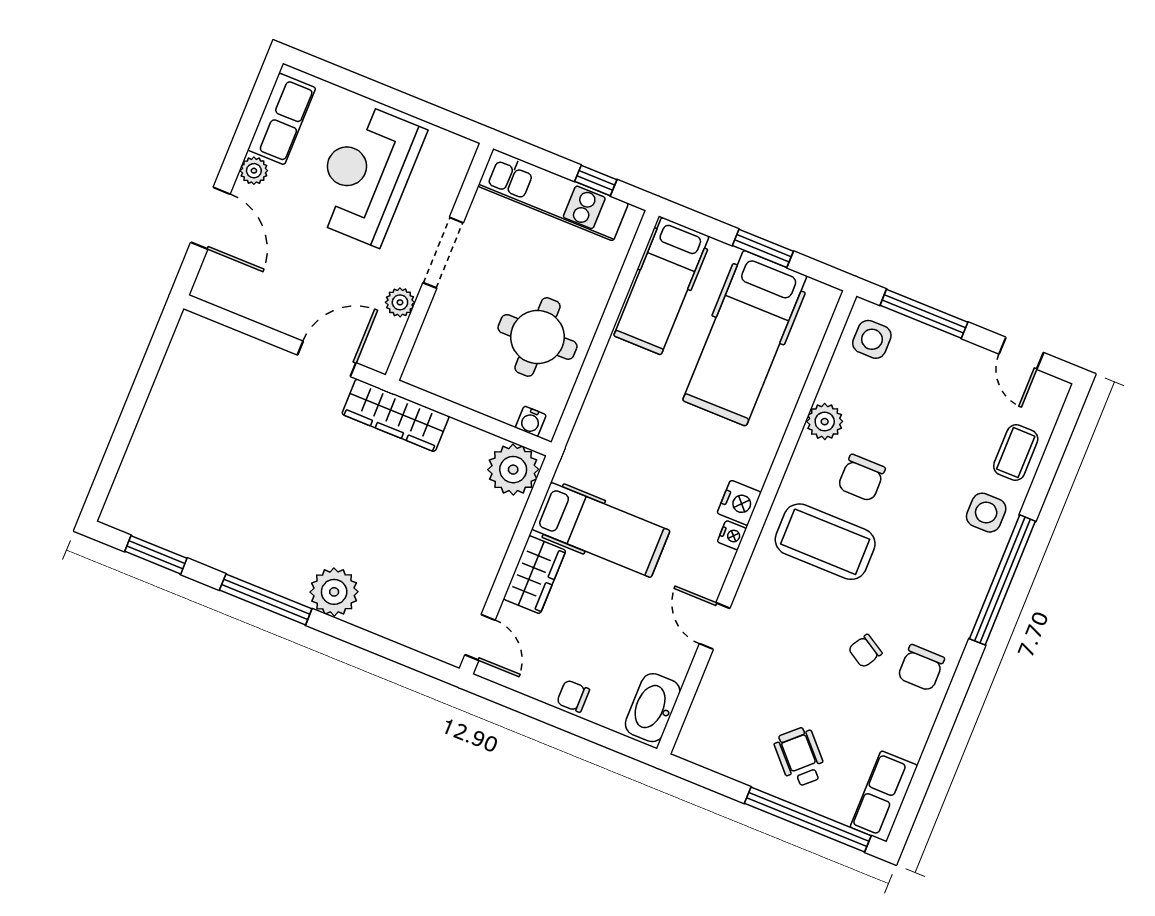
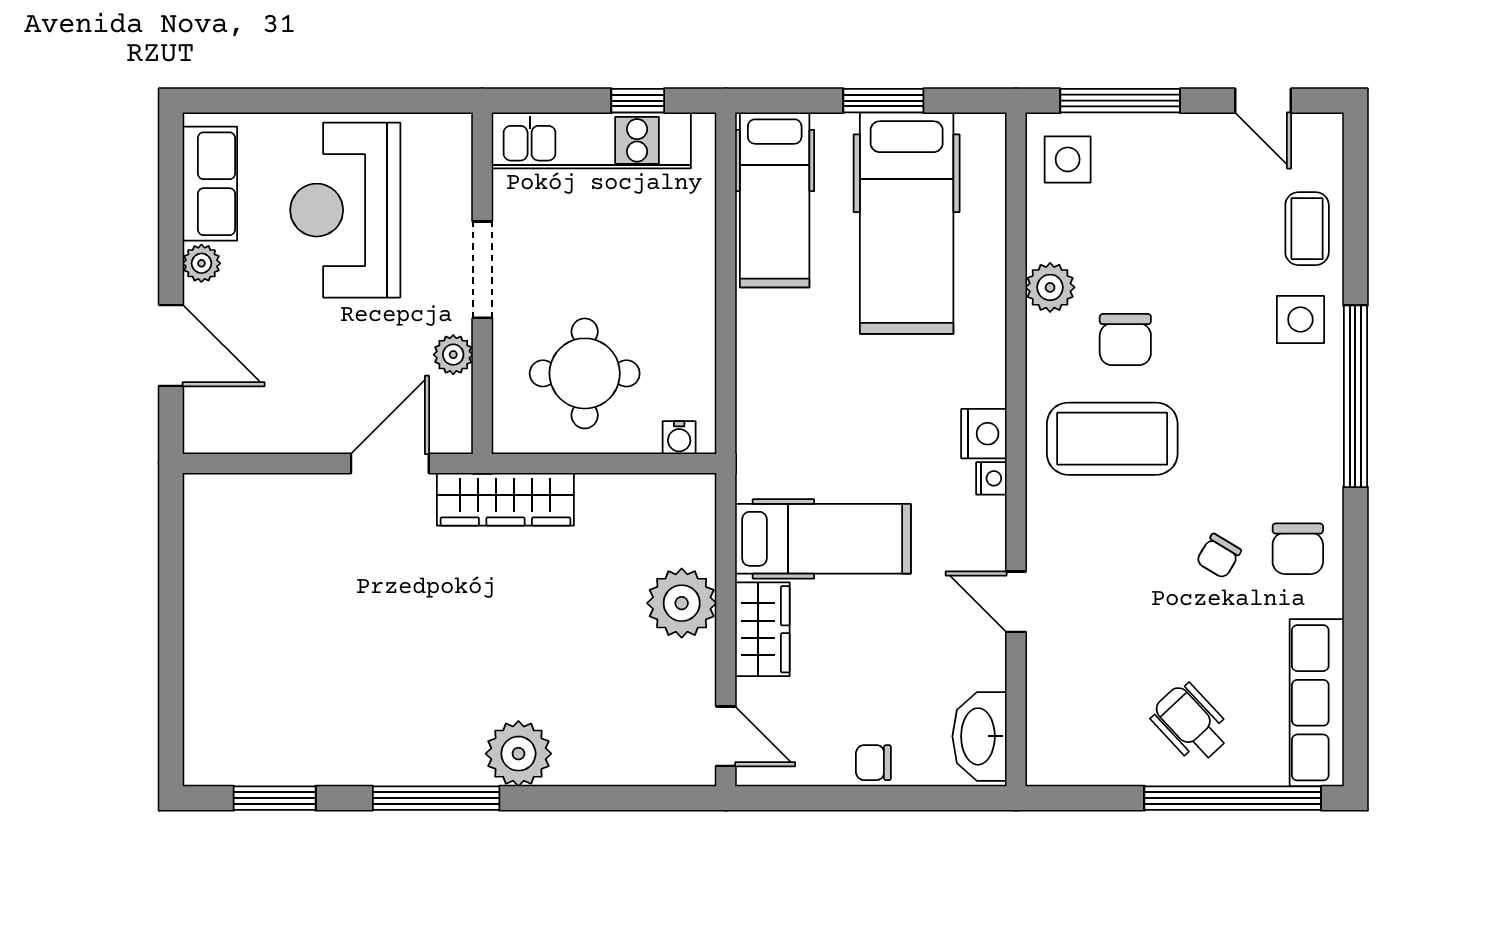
round table: (537, 337) -> (585, 373), moved
plant: (513, 470) -> (682, 603), moved
row of seats: (884, 796) -> (1317, 703), width x1.48

